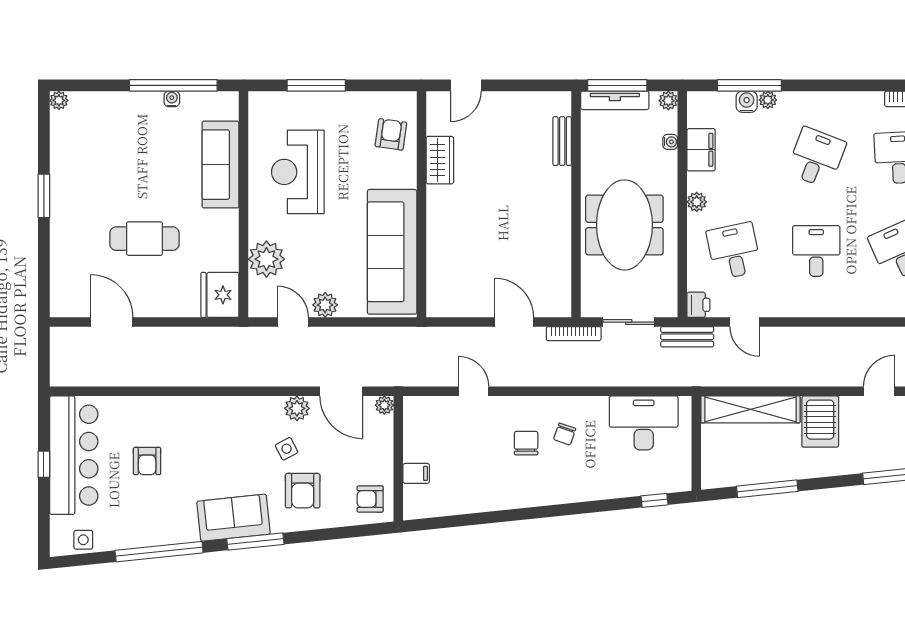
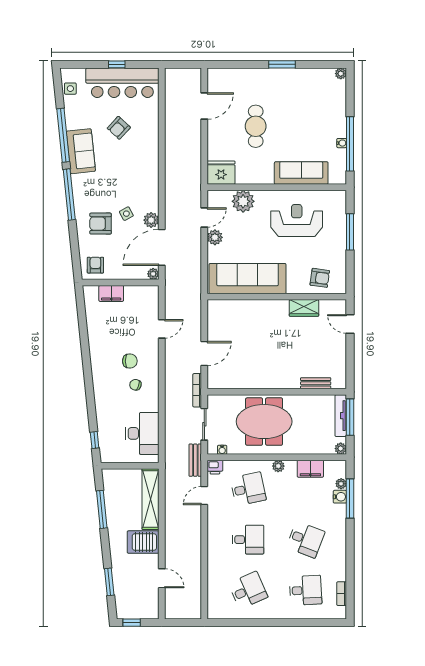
plant: (768, 100) -> (341, 484), moved
water cooler: (670, 142) -> (222, 450), moved
door: (341, 391) -> (162, 247), width x1.36
armchair: (147, 461) -> (119, 128), turned -47
filing cabinet: (416, 473) -> (111, 293), width x2.00
sofa: (234, 518) -> (81, 151), moved
window: (255, 542) -> (69, 194), width x1.46

